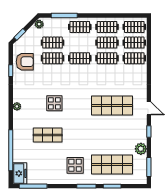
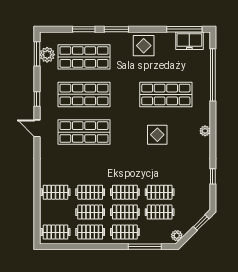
clothes rail: (134, 43) -> (125, 212), moved
armchair: (25, 62) -> (195, 188), removed
shop shelf: (48, 135) -> (166, 94), width x1.43, depth x1.36
shop shelf: (112, 135) -> (84, 94), added
plant: (141, 149) -> (47, 55), moved
display table: (75, 165) -> (144, 46), moved
freezer: (20, 173) -> (189, 41), moved, turned -90

